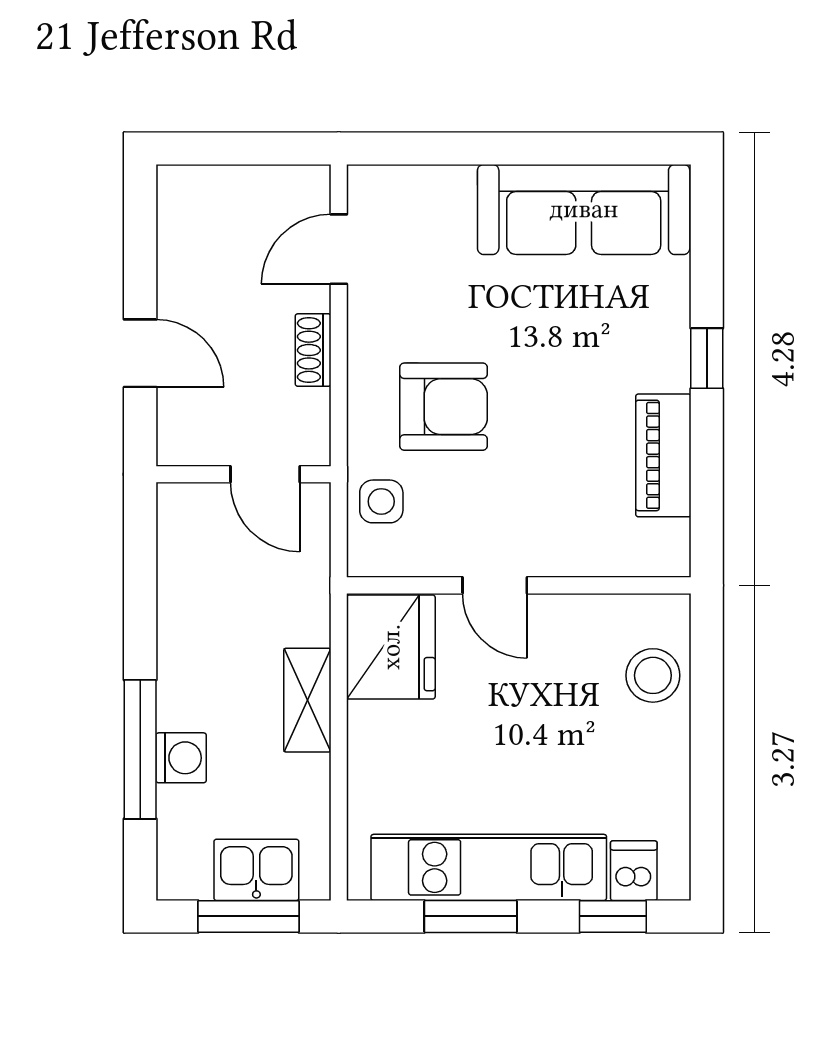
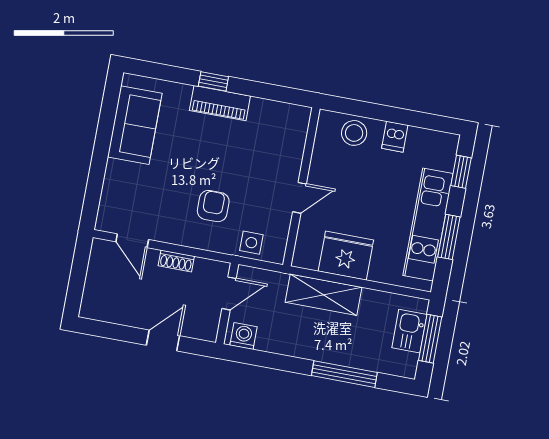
sofa: (584, 209) -> (135, 125), width x0.73
armchair: (444, 407) -> (213, 206), width x0.72, depth x0.72
piano: (663, 455) -> (220, 103), moved
fridge: (391, 647) -> (346, 256), moved
shelving: (307, 700) -> (323, 295), width x1.50, depth x1.33
washing machine: (181, 758) -> (244, 336), moved
dishwasher: (634, 871) -> (395, 137), moved, turned -90

